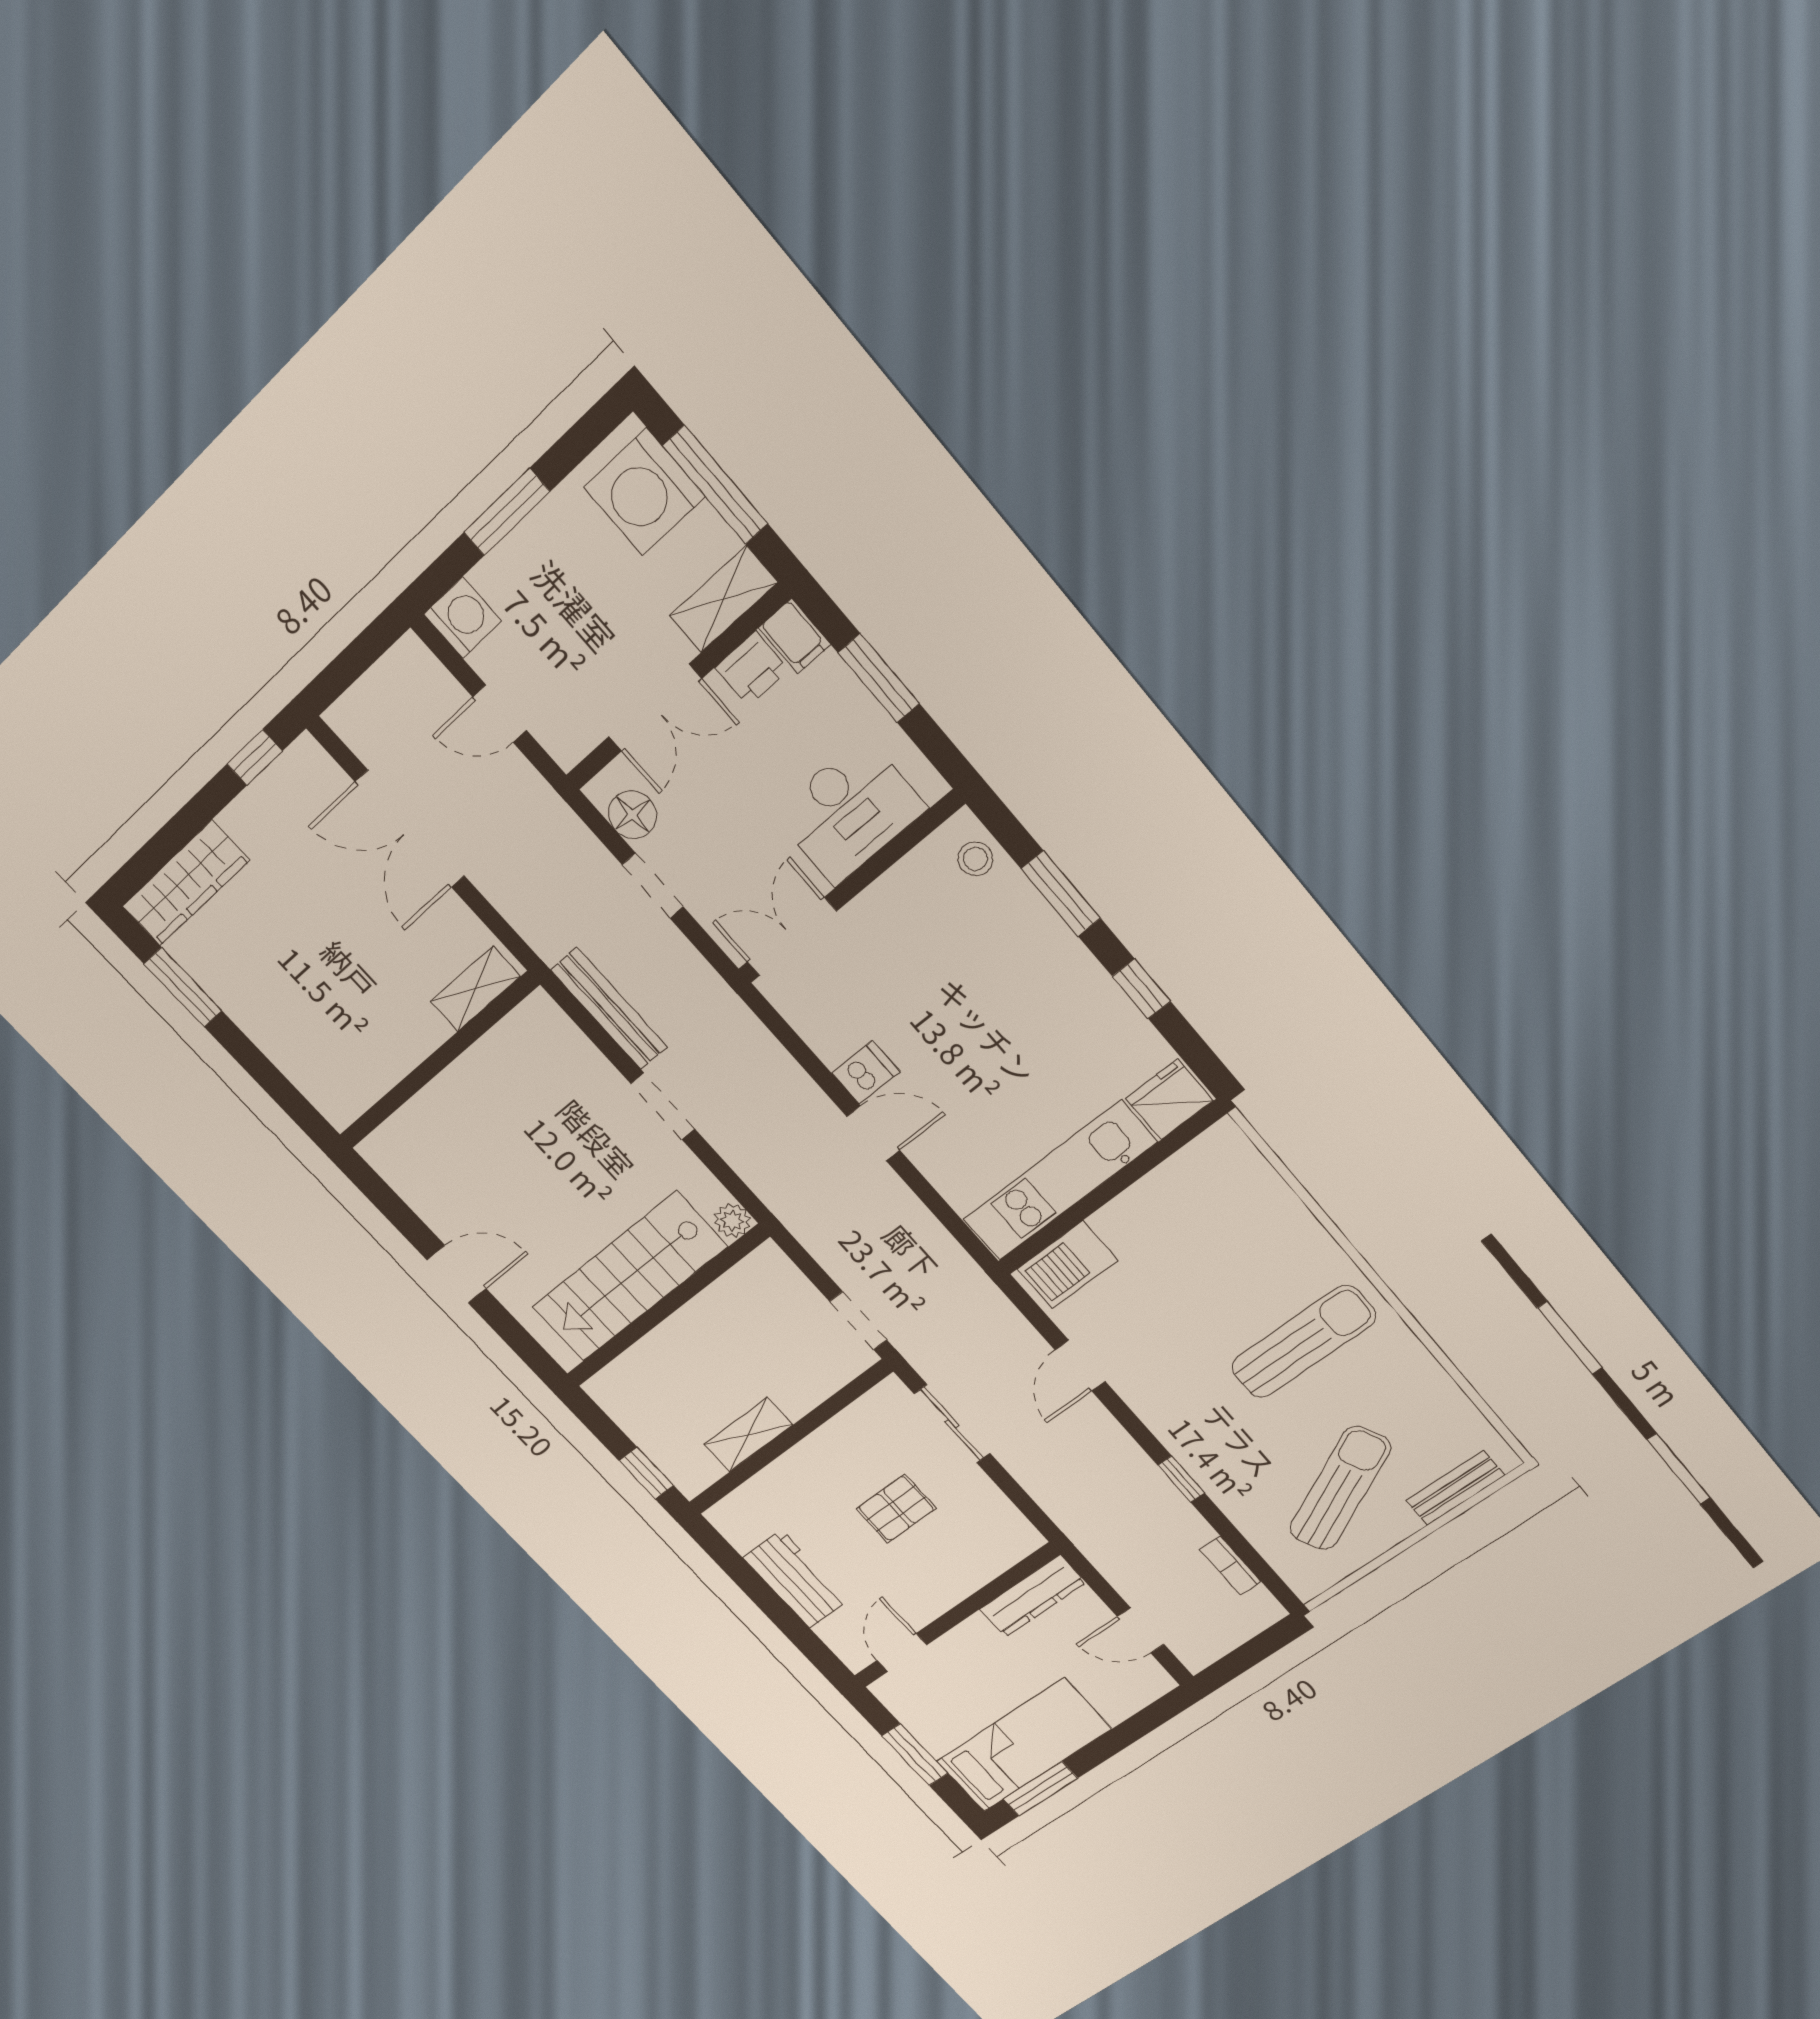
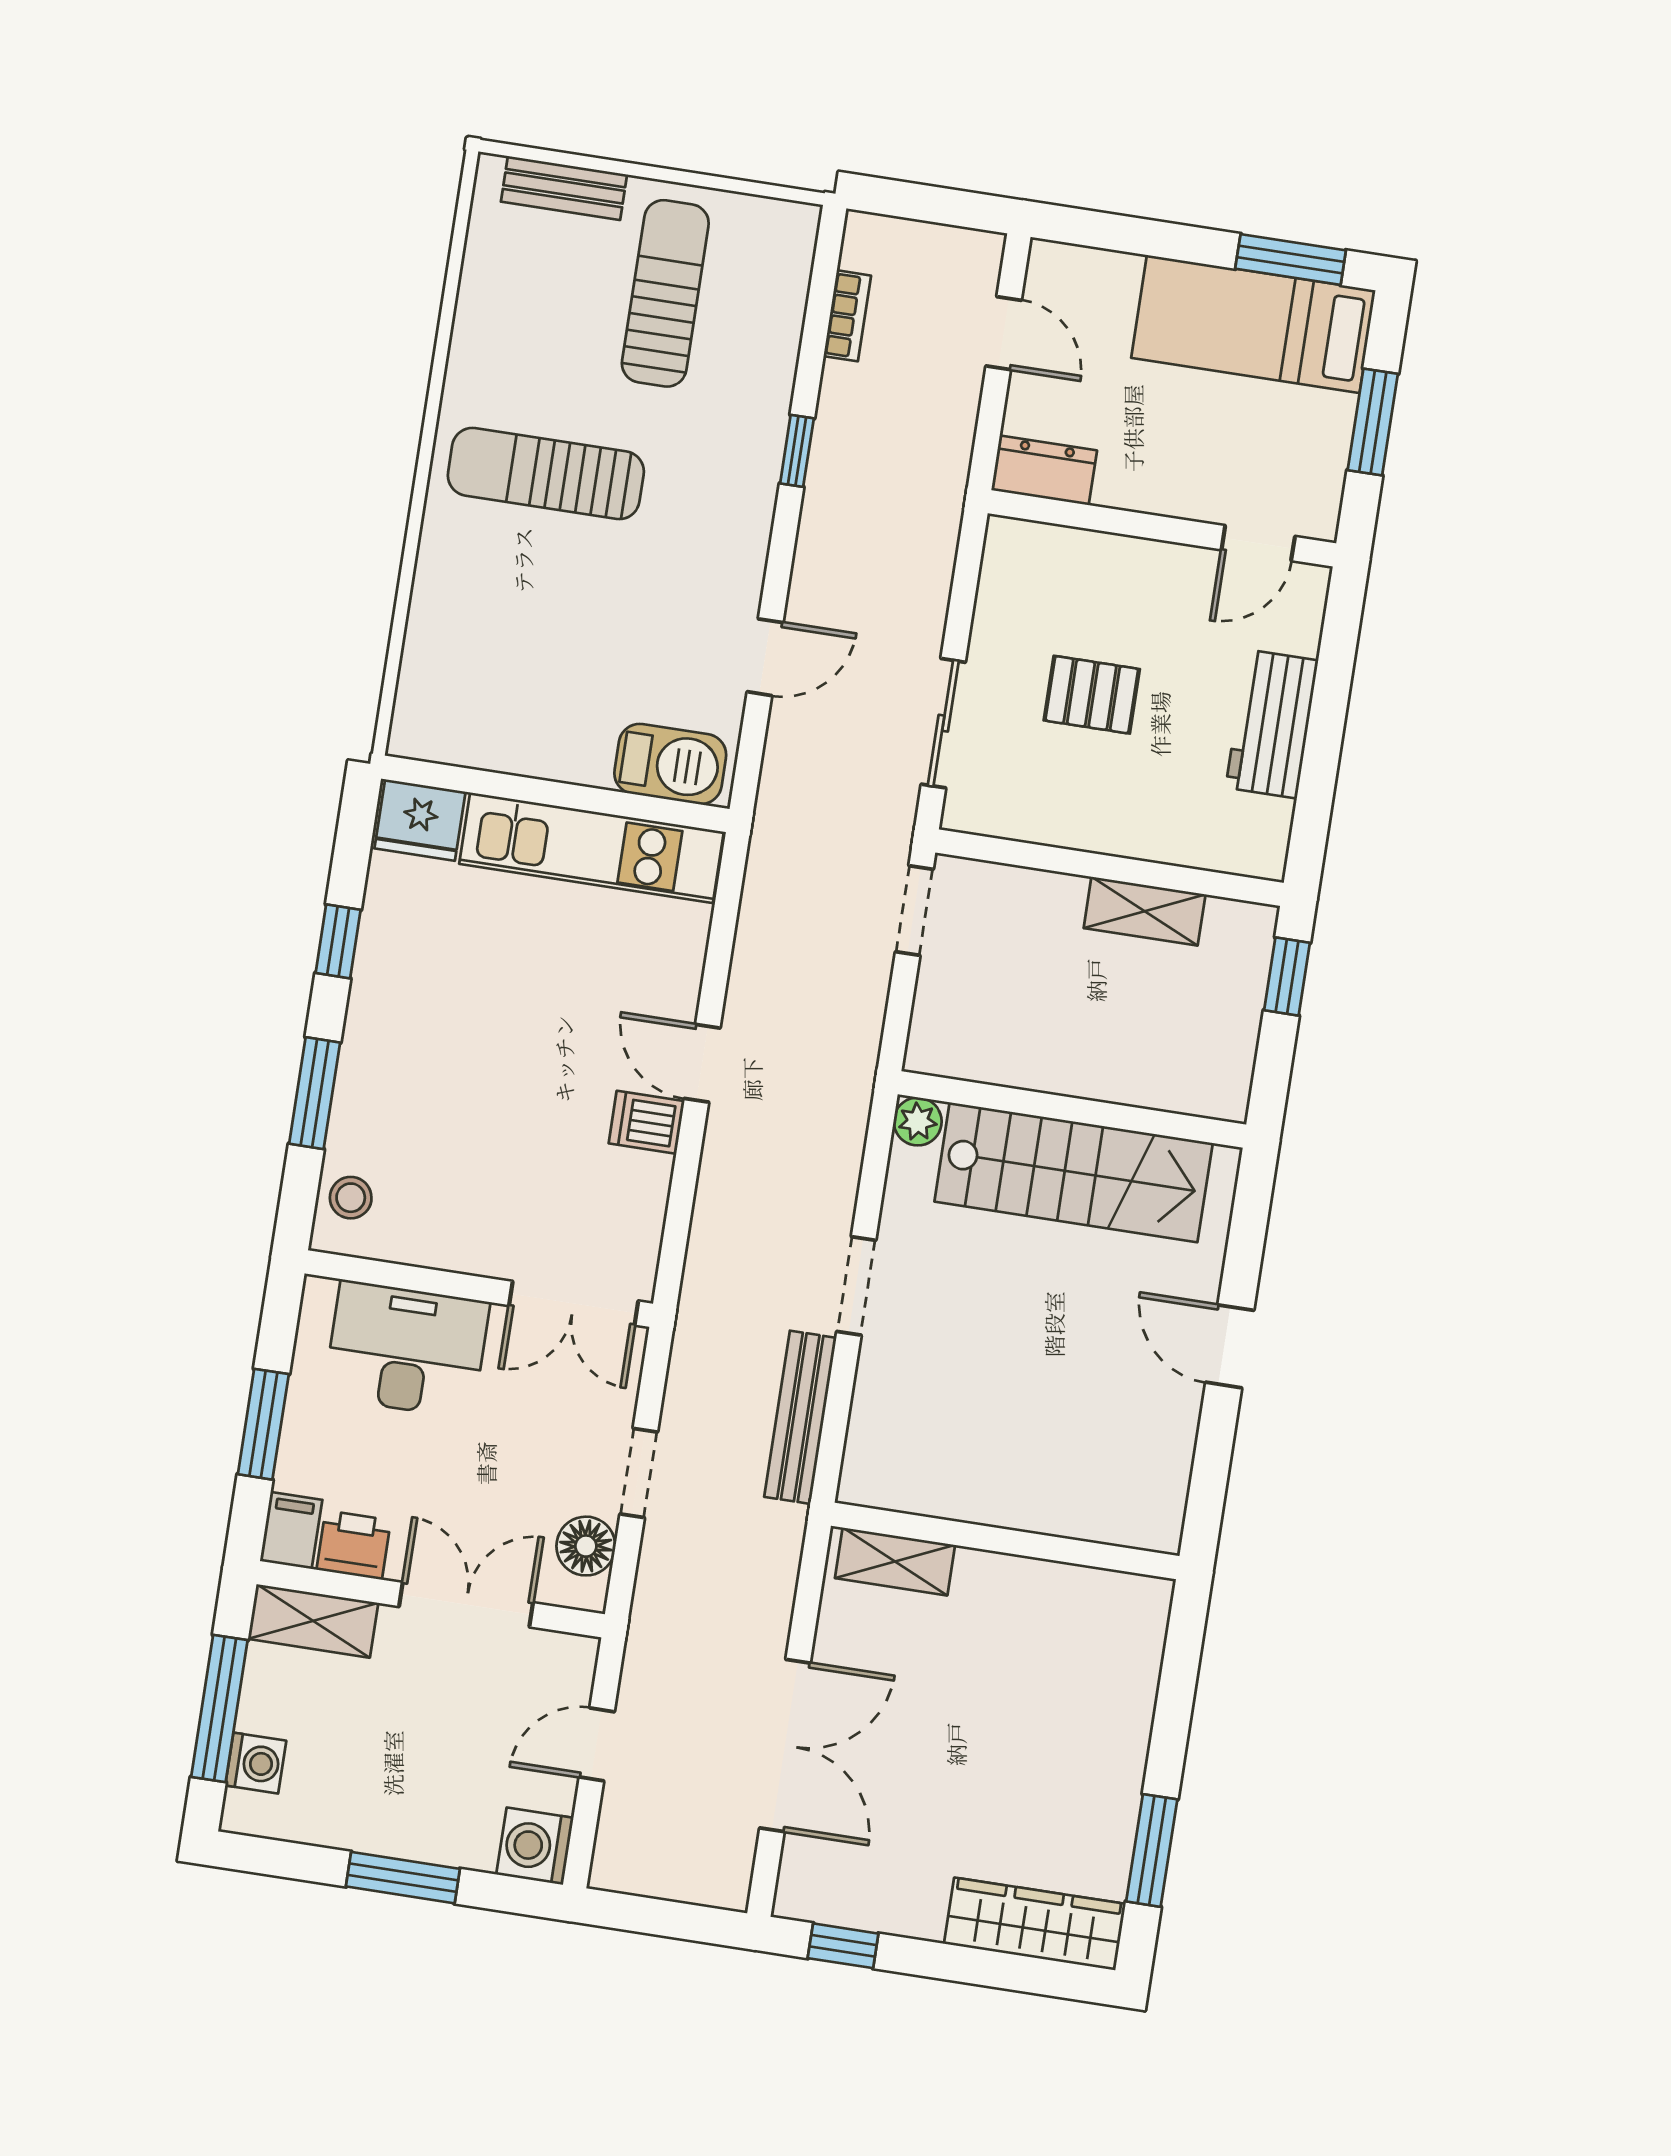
washing machine: (644, 492) -> (256, 1763), width x0.53, depth x0.53
door: (500, 714) -> (597, 1744), swing flipped
sun lounger: (1340, 1488) -> (665, 293), turned 116
dresser: (1033, 1596) -> (1044, 470), width x0.70

